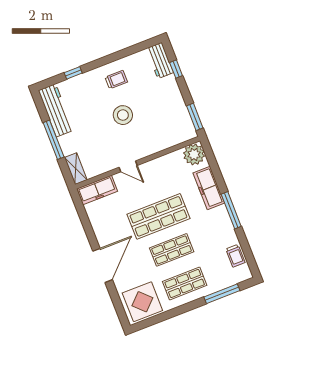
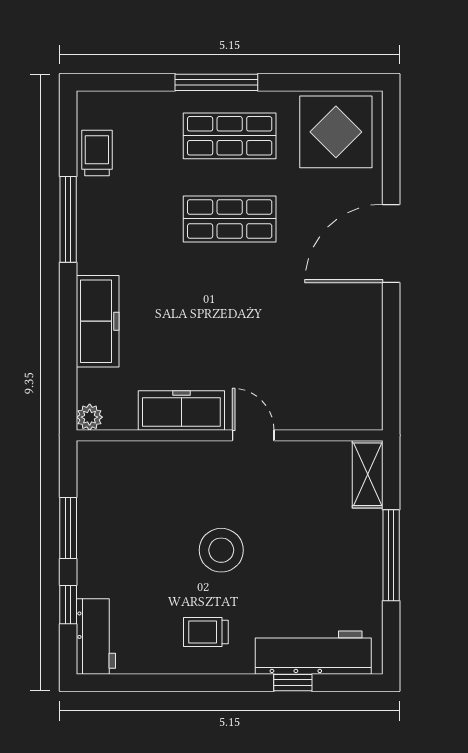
workbench: (56, 110) -> (313, 653), moved, turned 90
window: (195, 117) -> (68, 528), moved
plant: (194, 154) -> (90, 417), width x0.53, depth x0.53
freezer: (97, 190) -> (181, 410), moved
window: (231, 210) -> (68, 219), moved
shop shelf: (158, 216) -> (230, 302), removed
window: (222, 294) -> (216, 82), moved

